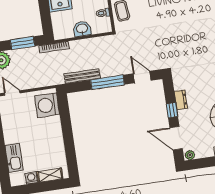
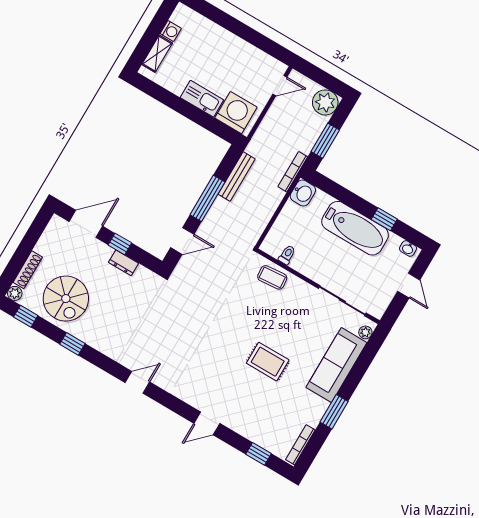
washbasin: (82, 29) -> (303, 193), moved
plant: (190, 155) -> (55, 224), removed
kitchen sink: (14, 158) -> (202, 99), moved, turned 180

